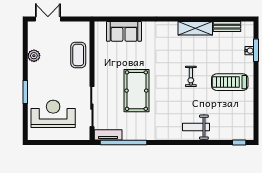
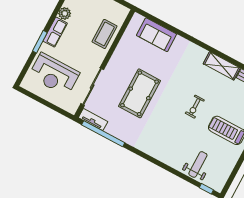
row of seats: (34, 76) -> (55, 32), added
reception desk: (53, 114) -> (54, 74), turned 180
weight bench: (196, 127) -> (198, 164), moved, turned 90

